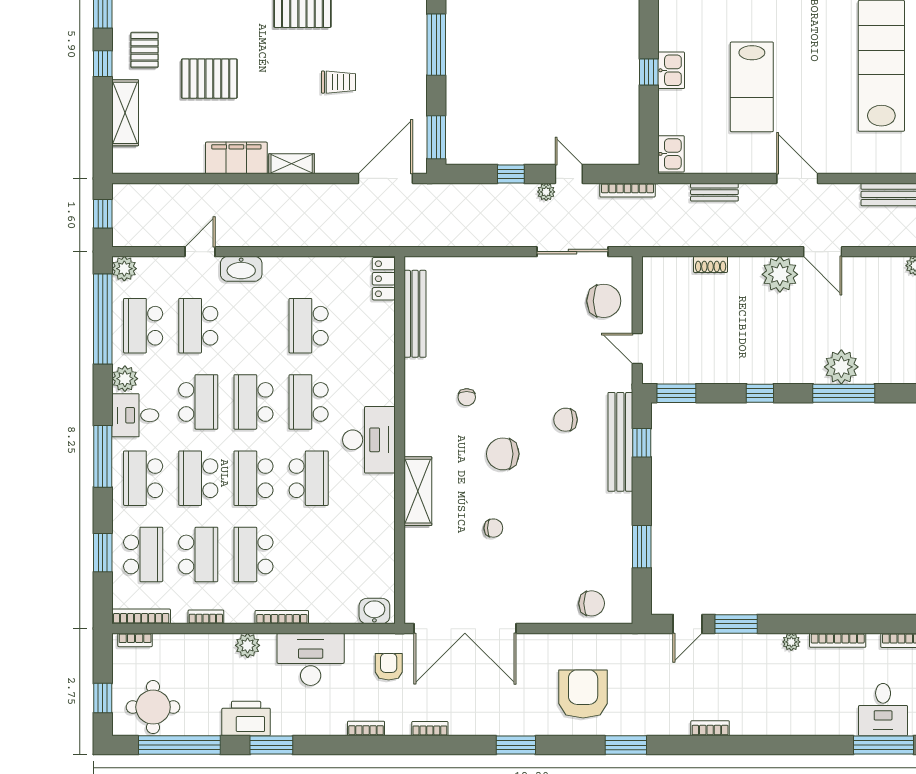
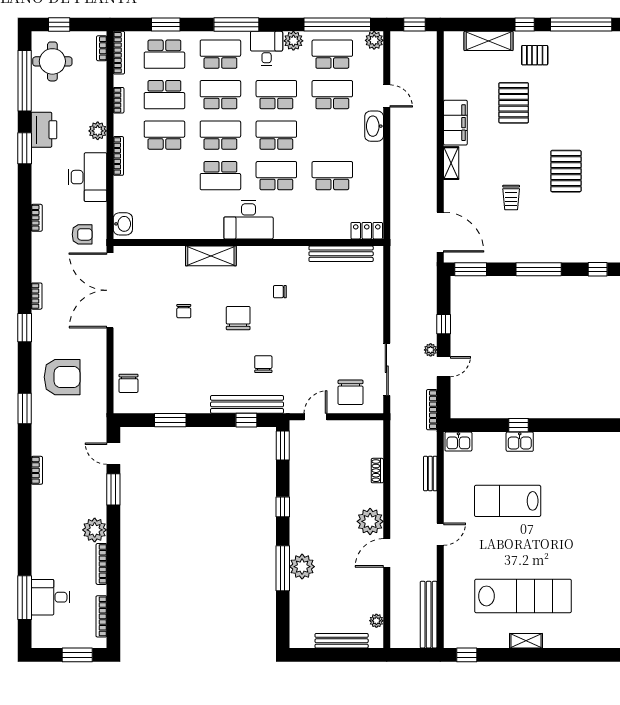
door: (797, 178) -> (440, 534), width x0.73
school desk: (198, 402) -> (276, 95), turned 180
plant: (791, 642) -> (95, 530), width x1.87, depth x1.87
bookcase: (430, 729) -> (37, 296), moved

